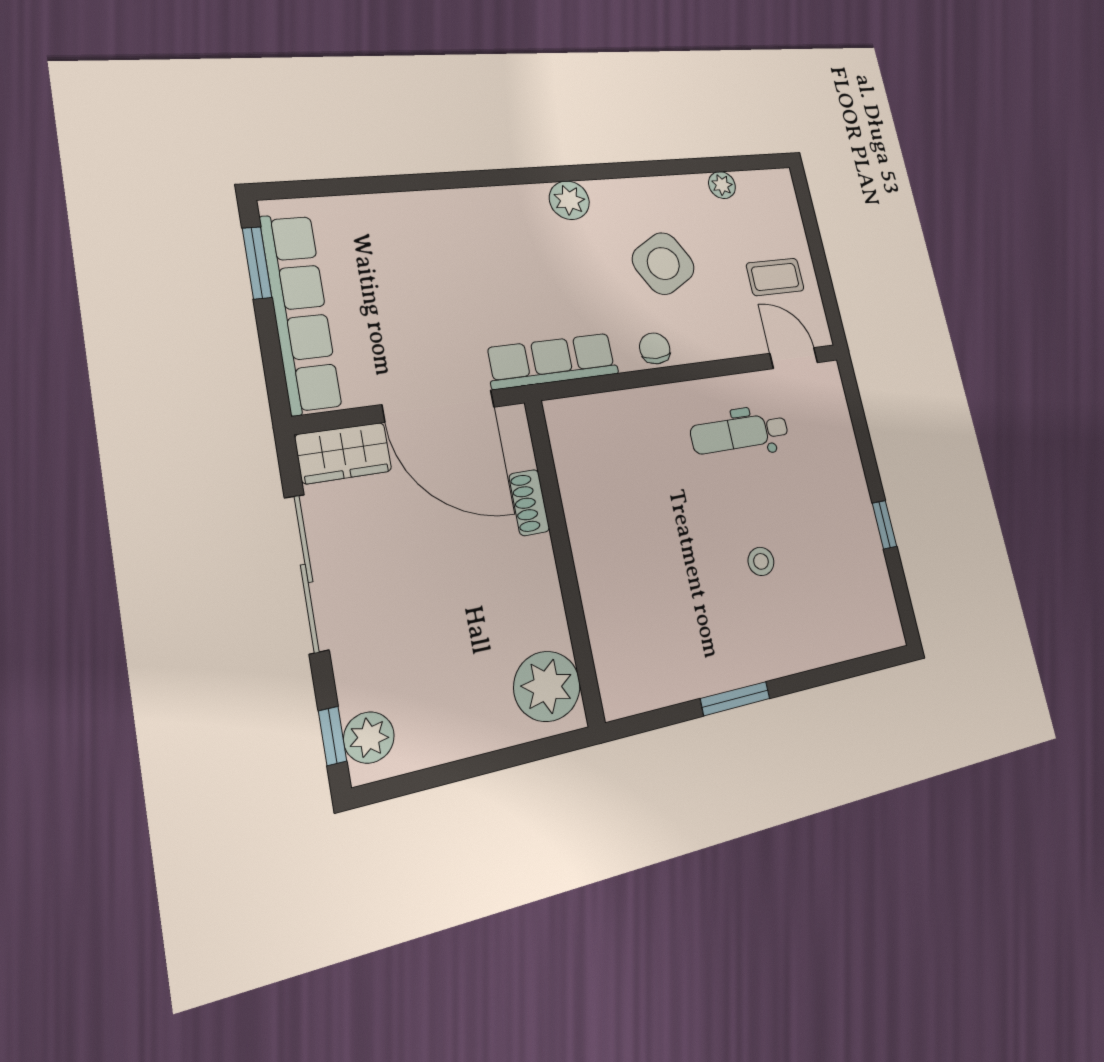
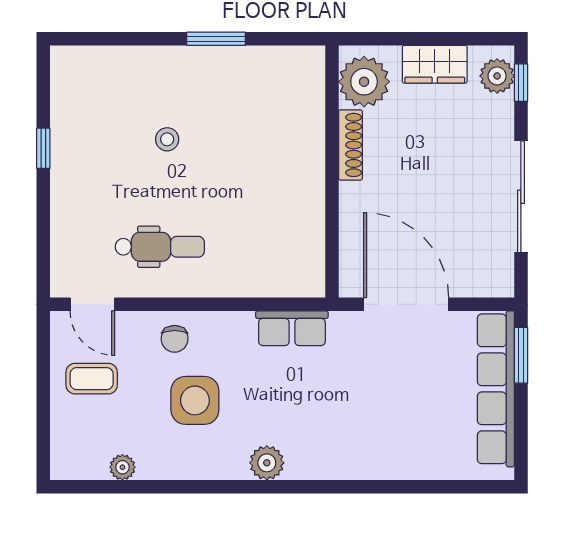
window: (257, 263) -> (521, 355), moved
side table: (663, 264) -> (195, 400), turned 30
chair: (655, 348) -> (175, 339), moved
row of seats: (552, 361) -> (292, 328), width x0.68
wardrobe: (343, 453) -> (435, 64), moved, turned 180
shoe rack: (529, 503) -> (350, 145), moved, width x1.43

